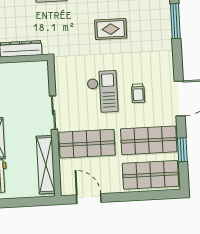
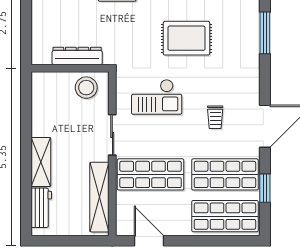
rug: (111, 29) -> (186, 38), width x1.36, depth x1.43
stool: (30, 75) -> (86, 88), added
checkout: (102, 92) -> (157, 97), moved, turned 90

